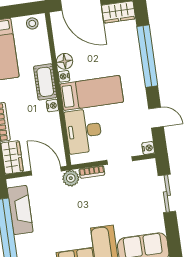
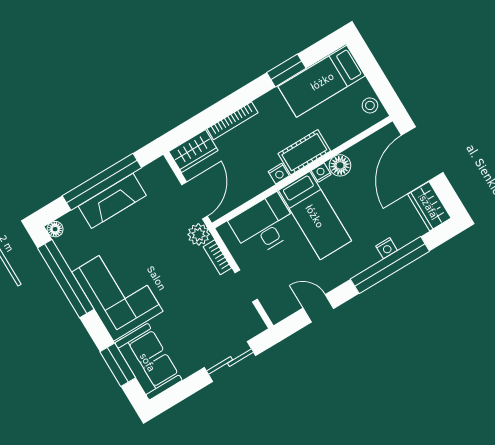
door: (156, 118) -> (318, 308), swing flipped
nightstand: (148, 148) -> (387, 248), moved
fireplace: (20, 210) -> (112, 201), moved

